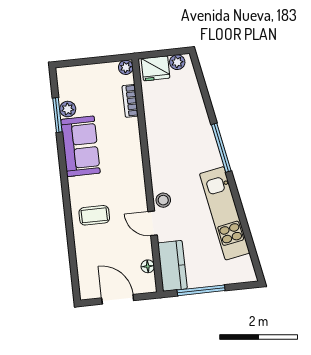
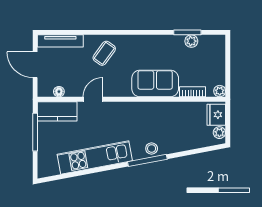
sofa: (81, 146) -> (155, 83), moved, turned 180
stool: (163, 200) -> (152, 148), moved
coffee table: (94, 215) -> (104, 53), turned 36
tv unit: (85, 271) -> (60, 41), added
door: (118, 299) -> (35, 65), swing flipped

